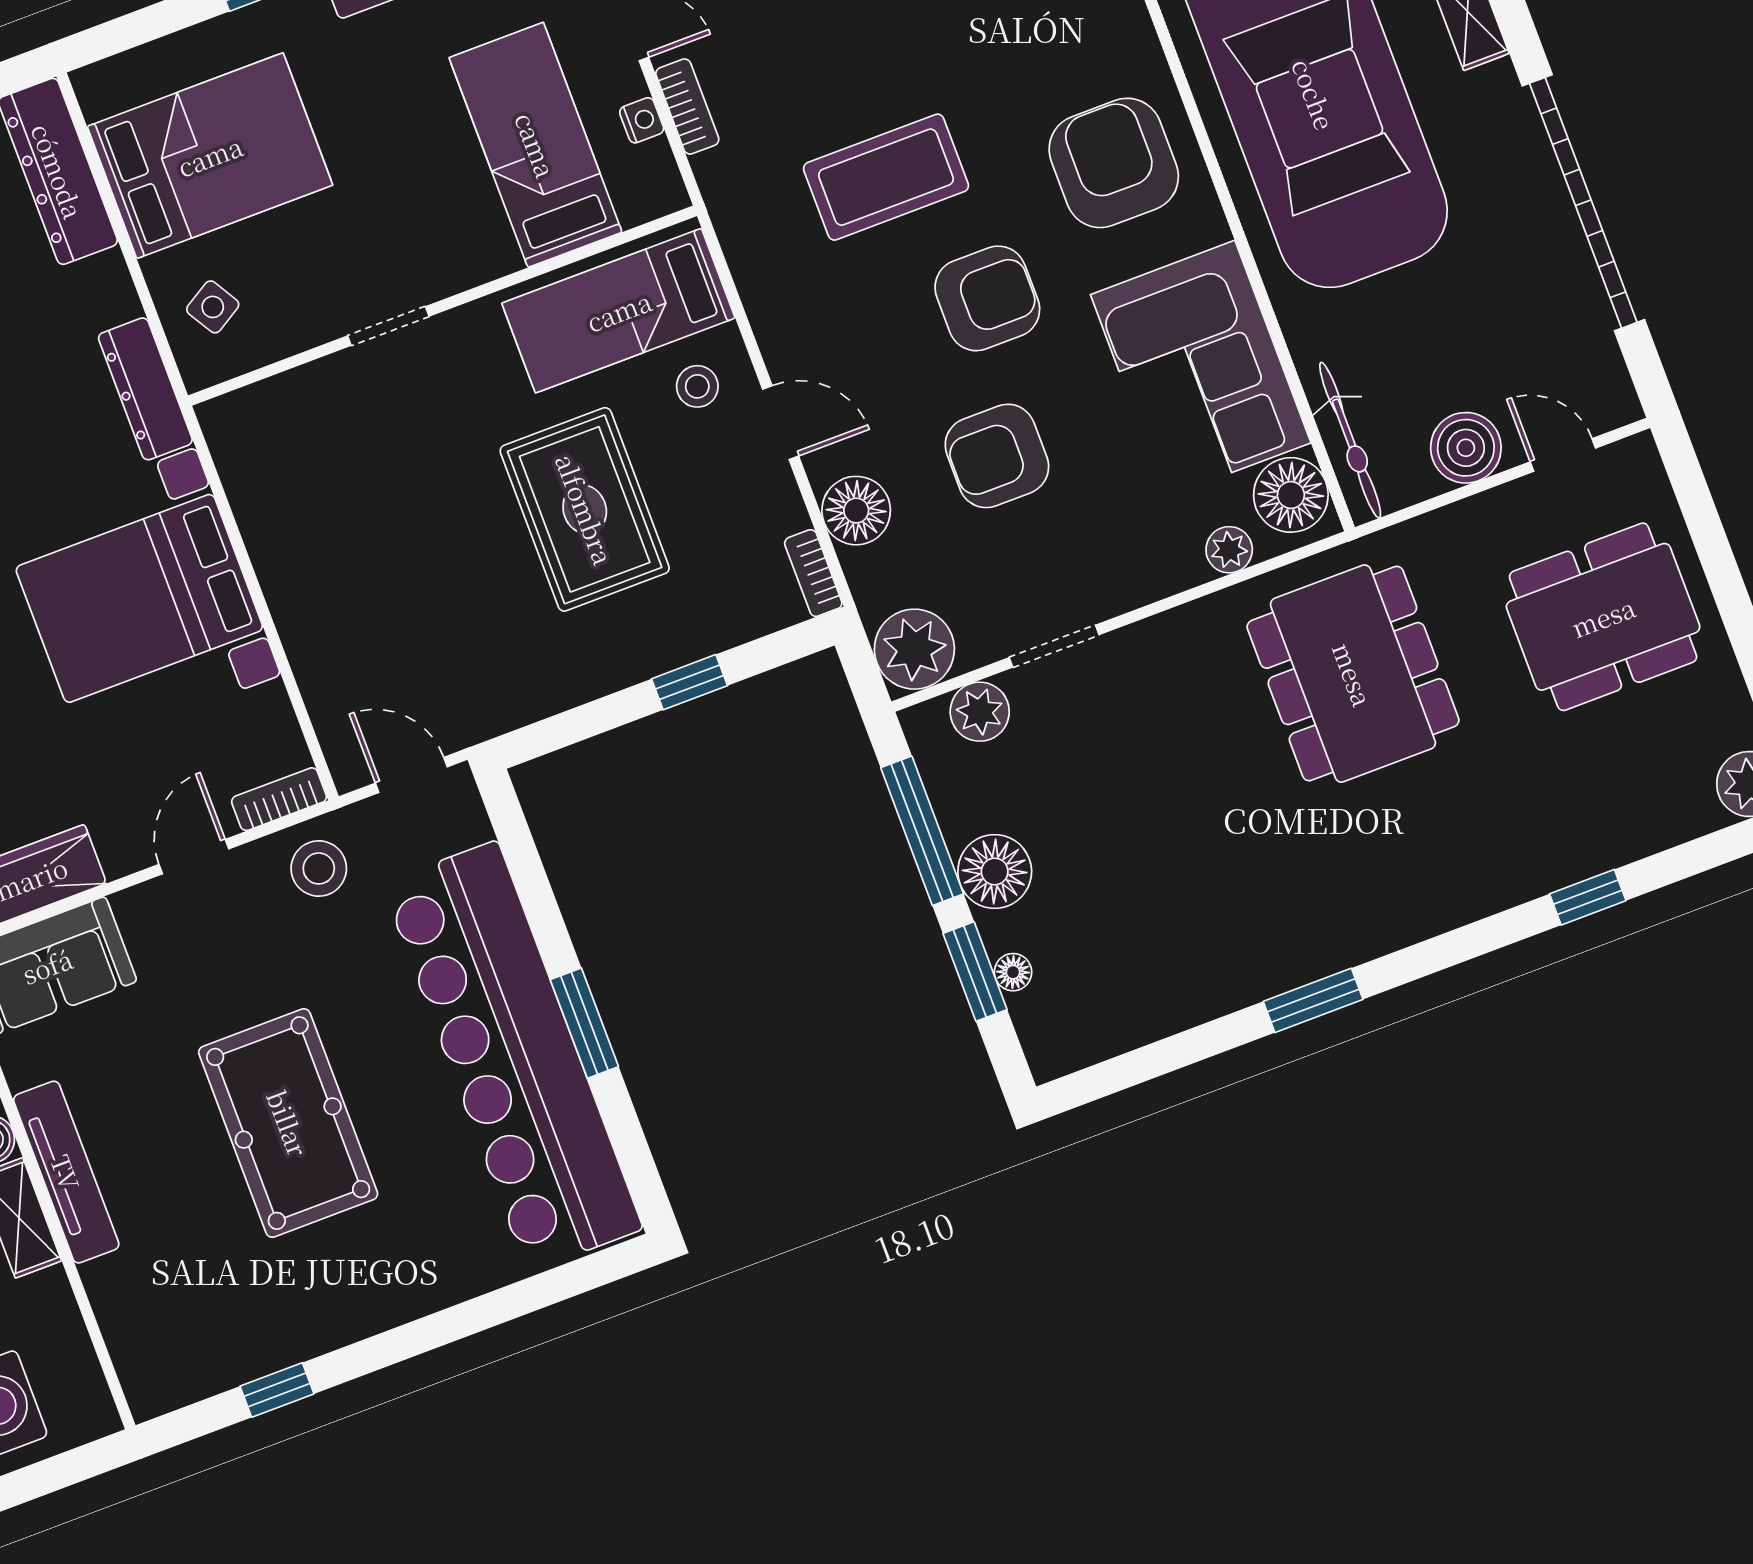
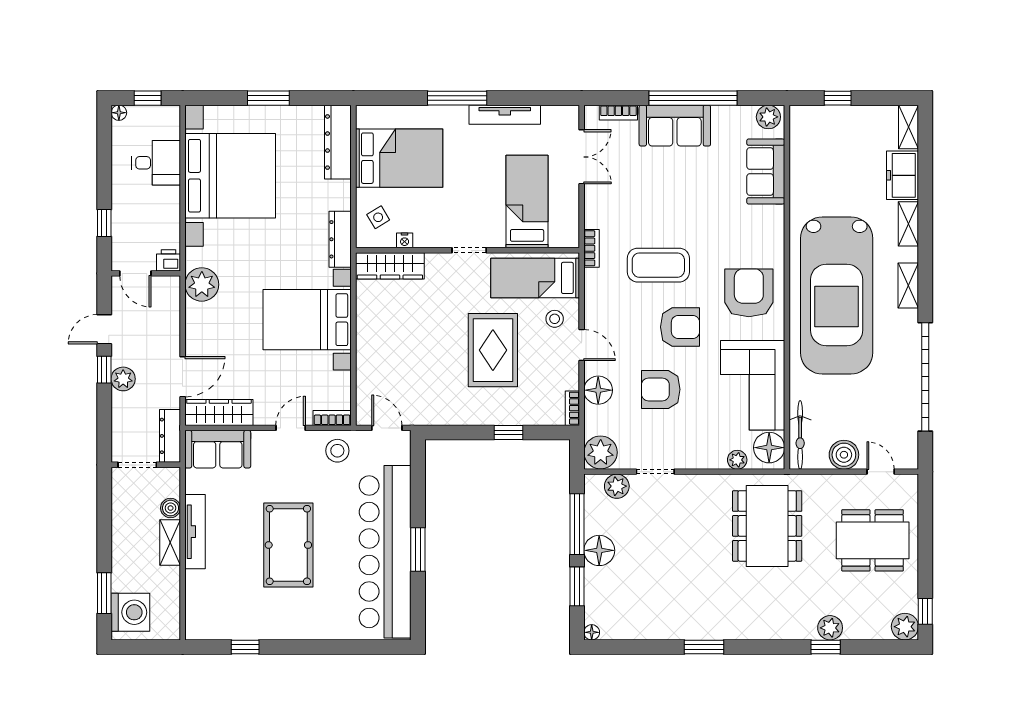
bookcase: (687, 107) -> (592, 248), moved
nightstand: (642, 120) -> (405, 240), moved, turned 90
doorway: (388, 326) -> (469, 250), moved
wardrobe: (281, 407) -> (390, 266), added
plant: (1581, 850) -> (830, 628), added
floor lamp: (1013, 972) -> (592, 632), moved

